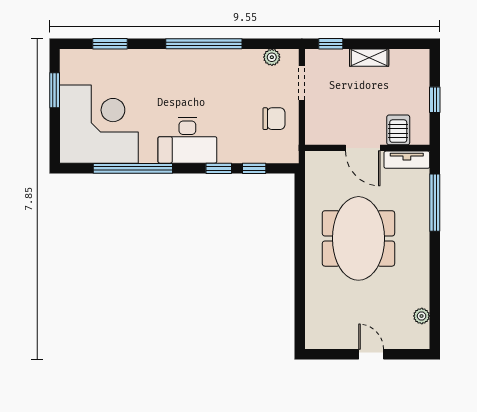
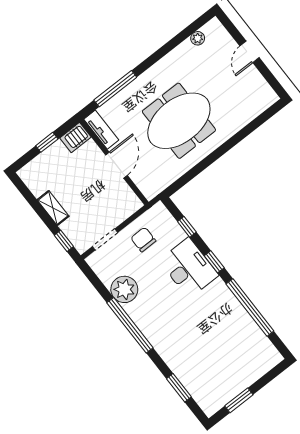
plant: (272, 57) -> (124, 289), moved, width x1.88, depth x1.88
corner desk: (99, 124) -> (238, 353), removed
server rack: (398, 130) -> (75, 138), moved
desk: (187, 140) -> (189, 268), moved
window: (219, 168) -> (214, 262), moved

